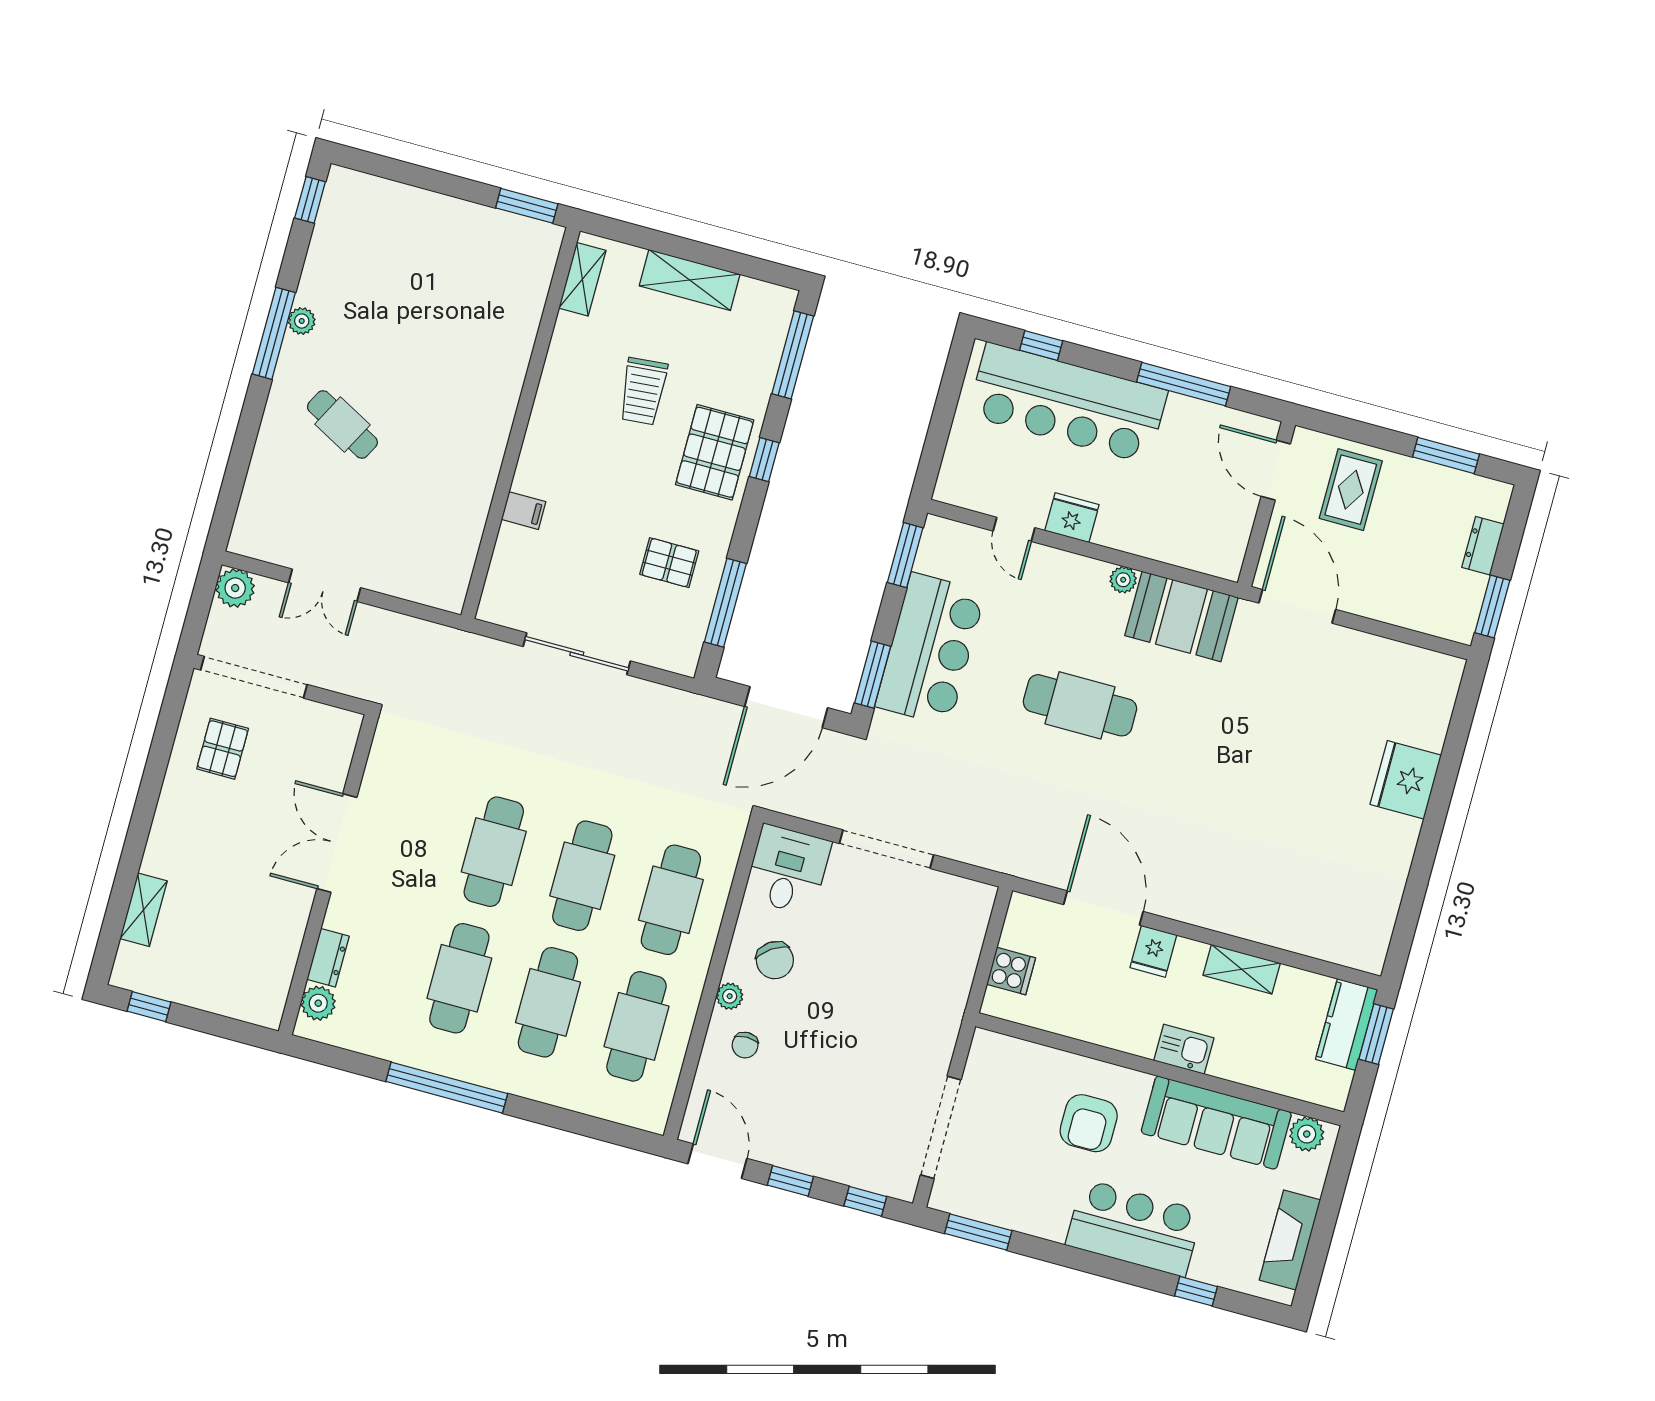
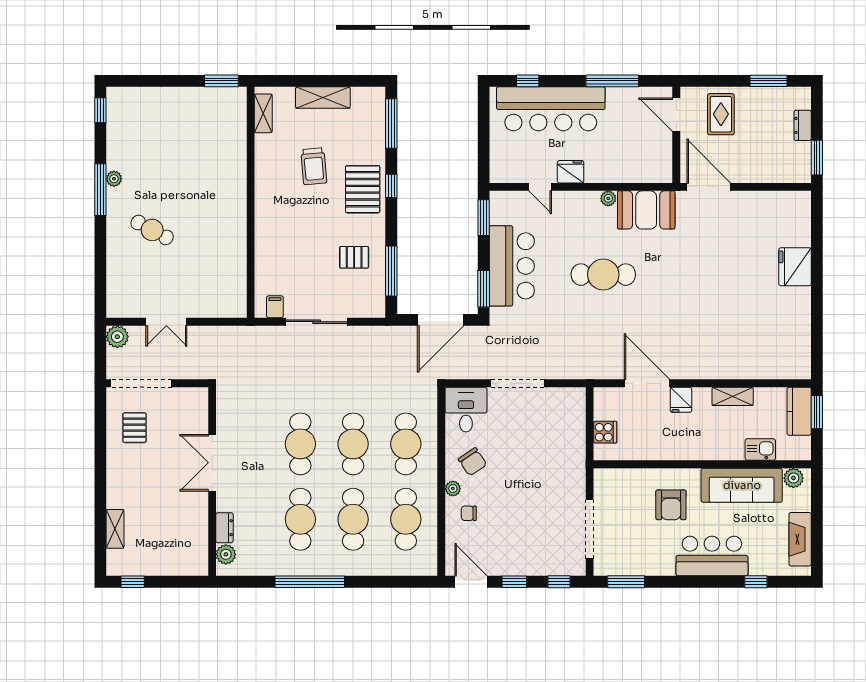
filing cabinet: (524, 511) -> (275, 307), moved, turned -90
chair: (745, 1045) -> (469, 513), turned 90
kitchen sink: (1184, 1049) -> (760, 450), moved

